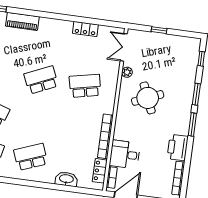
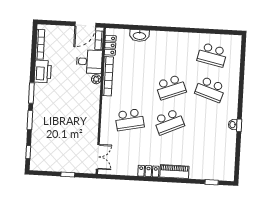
piano: (22, 21) -> (174, 172), moved
locker: (85, 29) -> (148, 171), moved
plant: (127, 72) -> (96, 79), moved
round table: (148, 98) -> (73, 113), removed
school desk: (31, 157) -> (171, 87), moved

